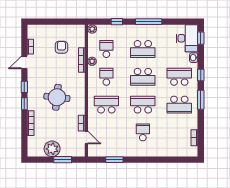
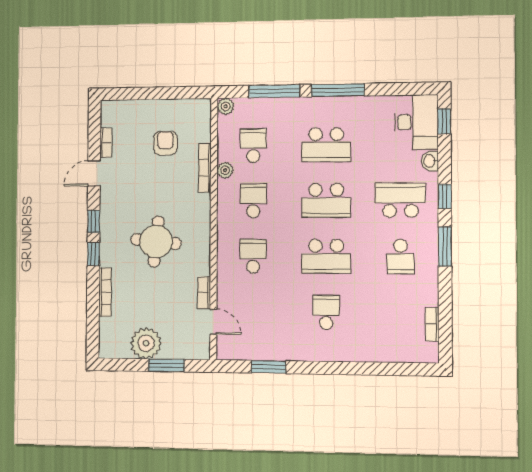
window: (117, 22) -> (274, 91), width x2.17
school desk: (106, 105) -> (253, 256), width x0.54
school desk: (143, 105) -> (326, 256), turned 180
school desk: (179, 105) -> (401, 257), width x0.54

